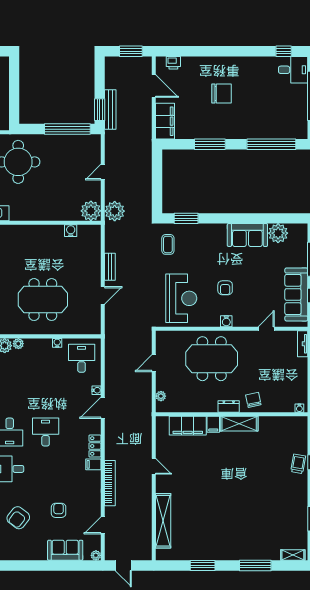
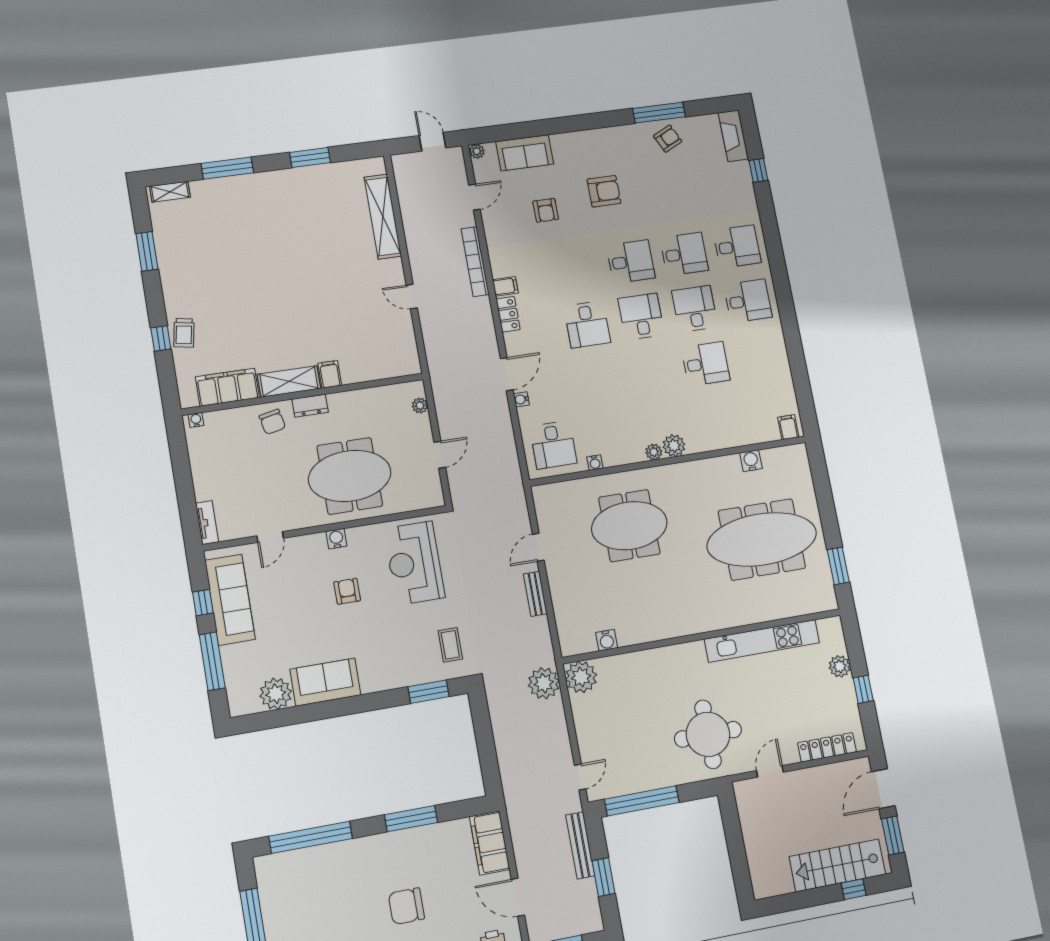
window: (100, 110) -> (603, 877), moved
door: (103, 172) -> (580, 777), moved
filing cabinet: (188, 426) -> (227, 387), moved
armchair: (18, 518) -> (604, 191), turned 52

